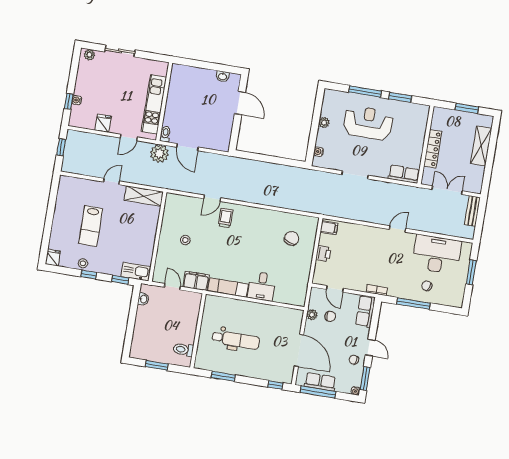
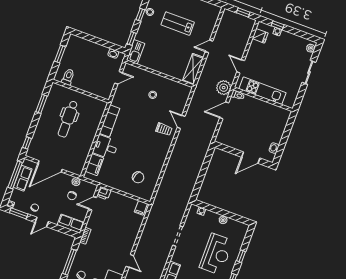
window: (365, 91) -> (241, 256), width x0.46
fridge: (103, 123) -> (260, 36), moved
door: (111, 182) -> (209, 46), swing flipped
printer: (323, 254) -> (104, 193), moved
filing cabinet: (196, 281) -> (94, 165), moved

